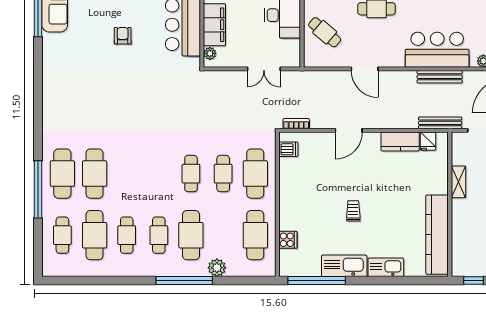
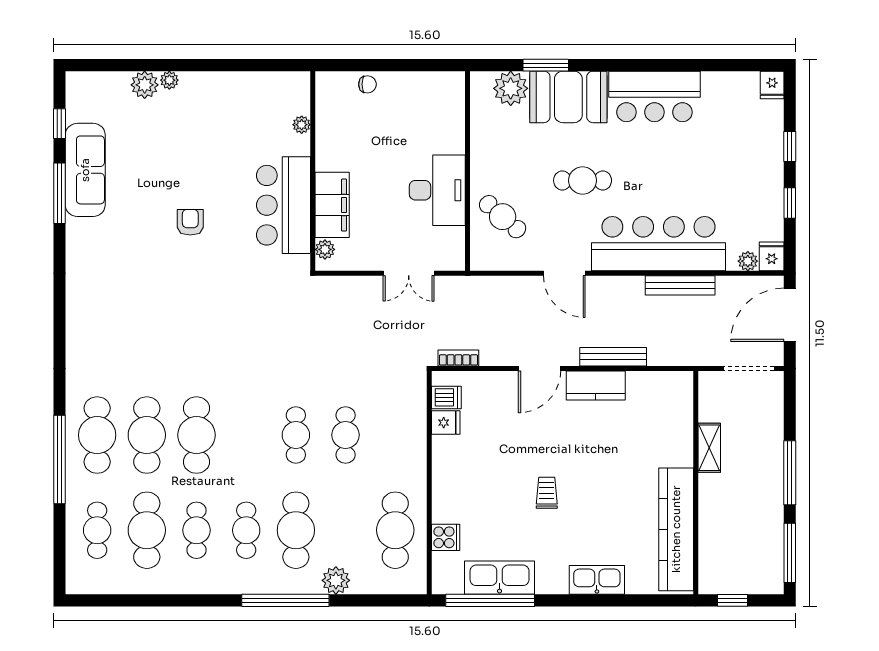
bar counter: (437, 50) -> (658, 244), width x1.36
bench: (440, 123) -> (613, 357), moved
fridge: (428, 141) -> (446, 423), moved, turned -90
kitchen counter: (400, 142) -> (596, 386), moved
cafe table: (255, 174) -> (197, 435), moved
kitchen sink: (344, 266) -> (500, 578), moved

